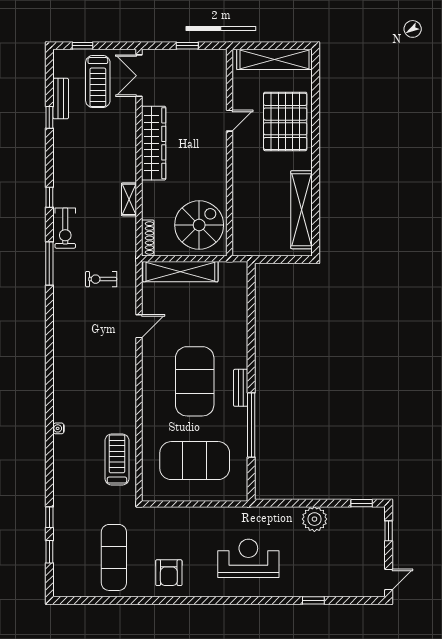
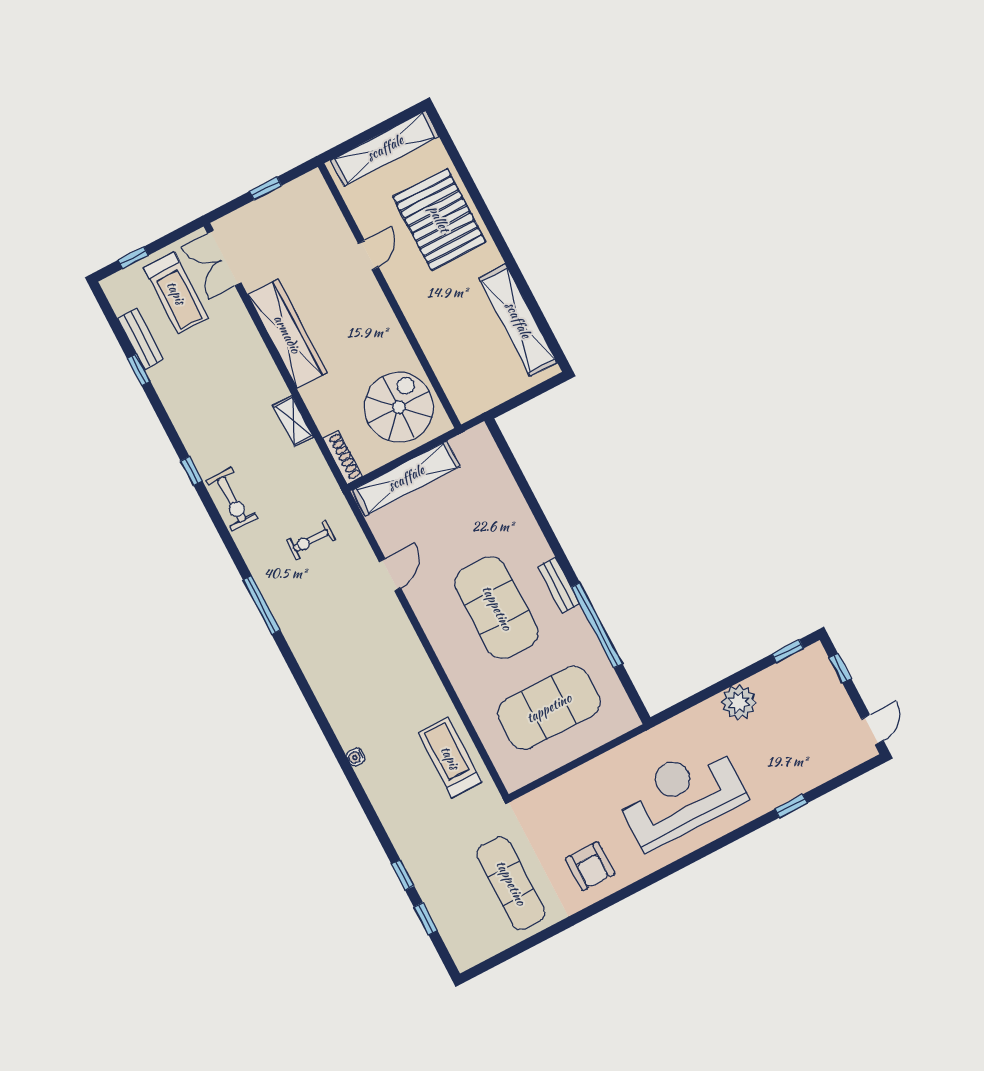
window: (49, 264) -> (262, 605), moved
reception desk: (248, 558) -> (681, 796), width x1.36, depth x1.30

